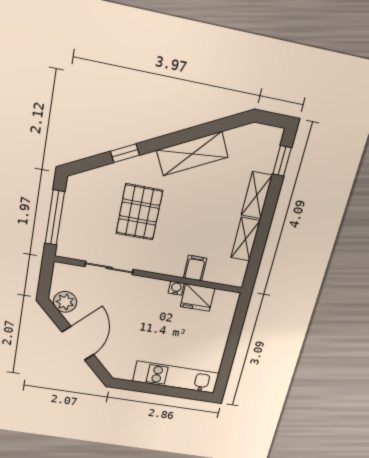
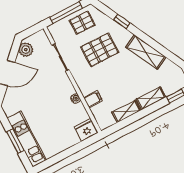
pallet: (85, 207) -> (82, 23), added
fridge: (198, 298) -> (86, 130), moved, turned 90
window: (167, 391) -> (15, 141), added

